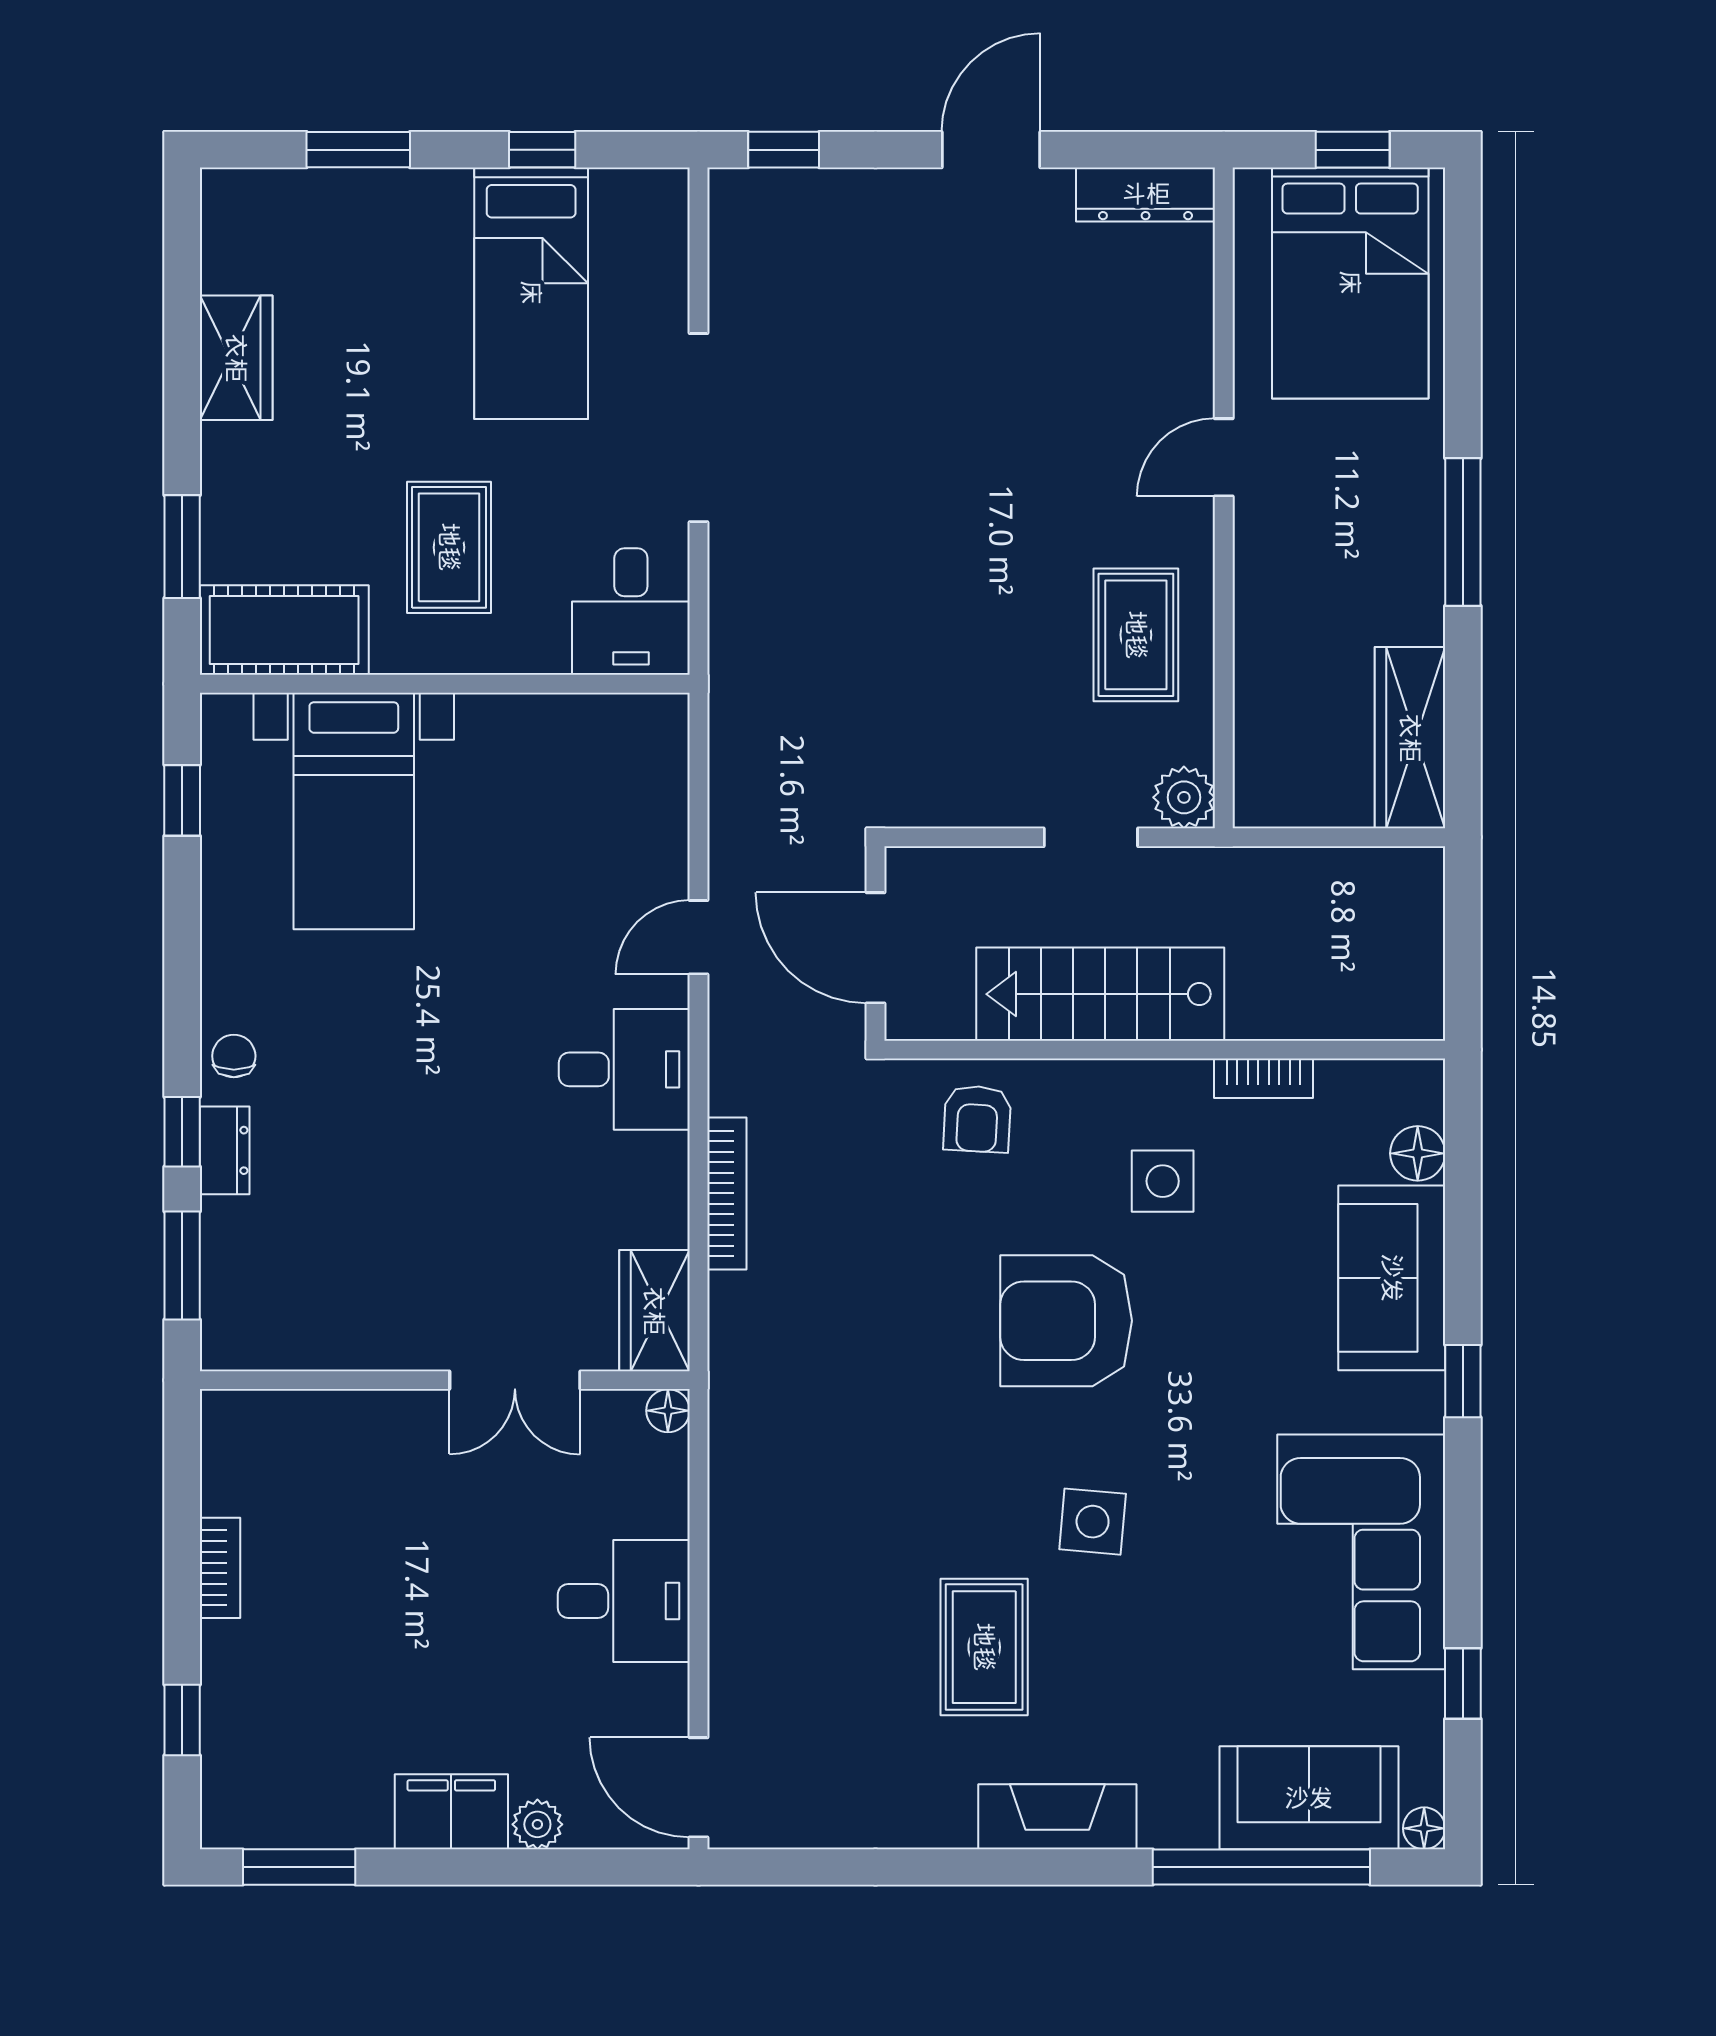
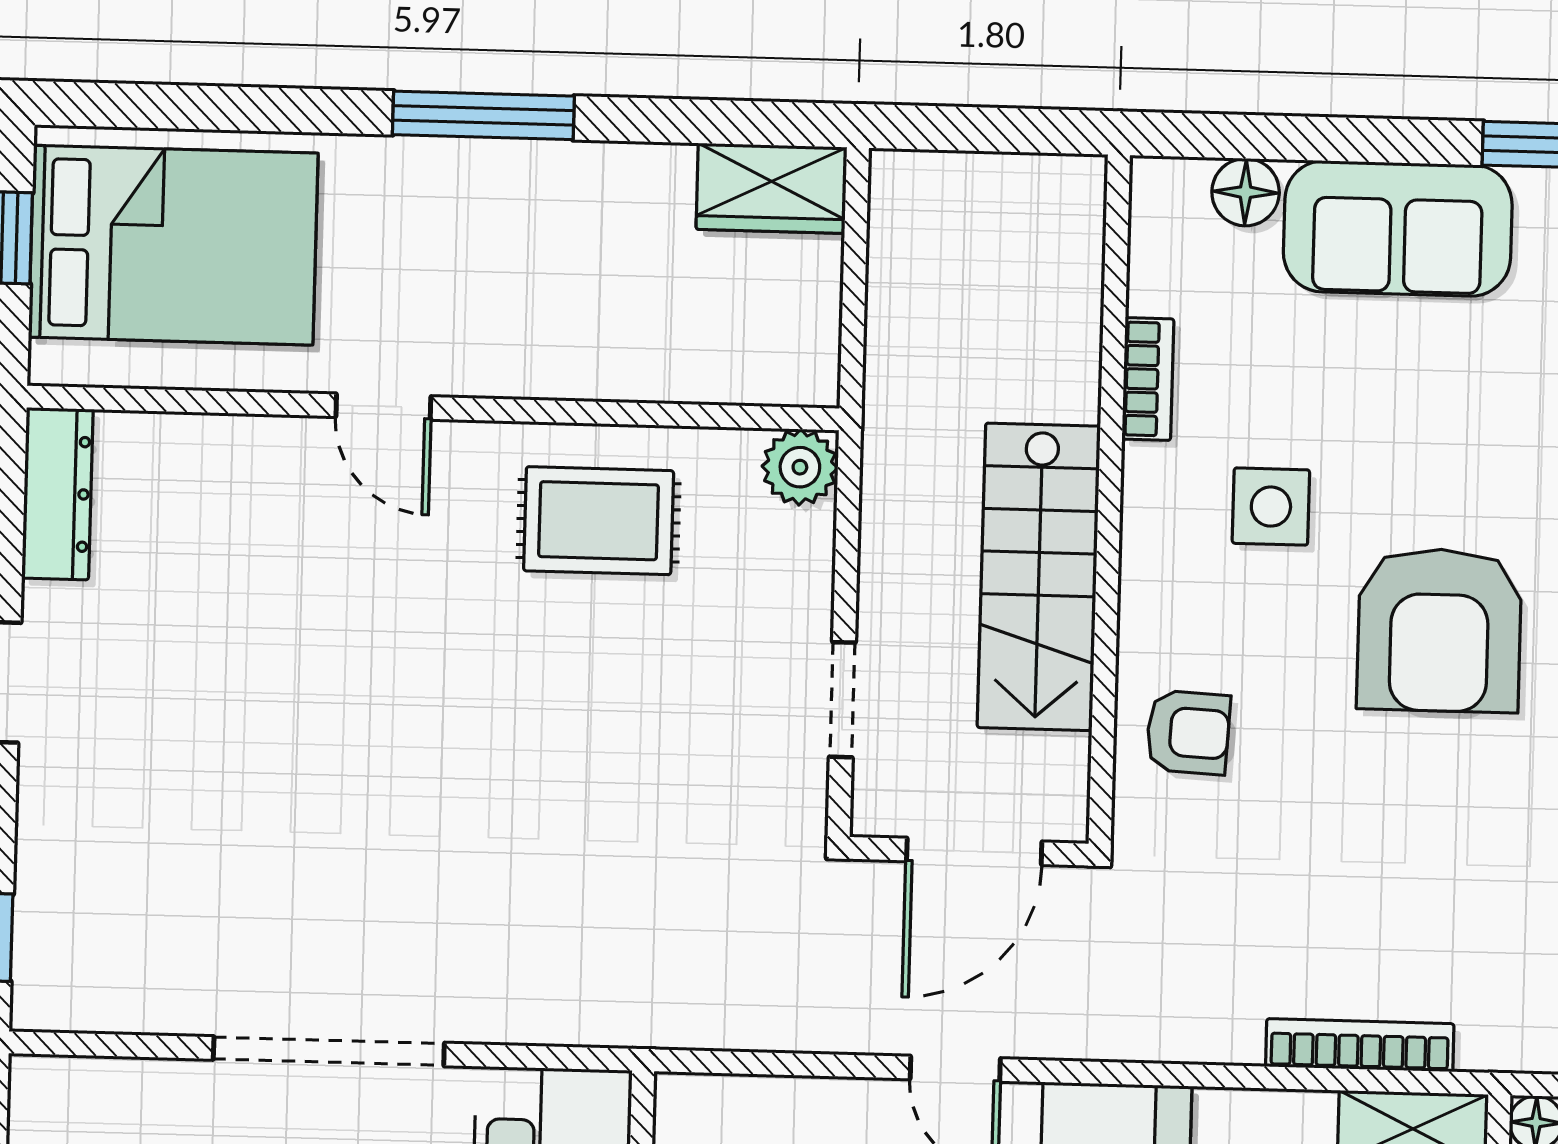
wardrobe: (1410, 738) -> (771, 188), width x0.67
doorway: (1091, 837) -> (842, 700), moved
bookcase: (727, 1193) -> (1360, 1045), moved

